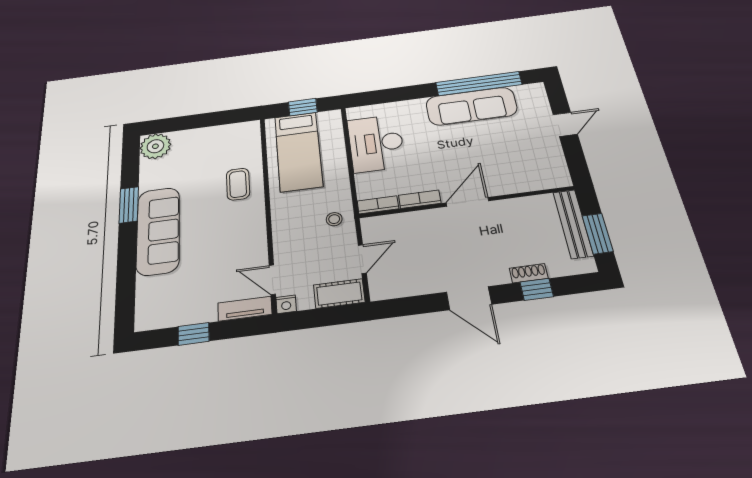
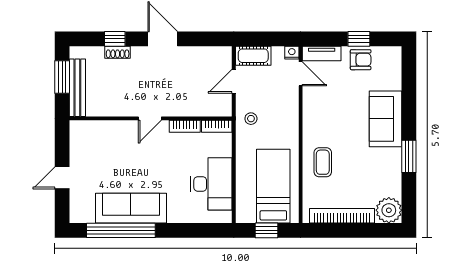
bookcase: (212, 133) -> (342, 216), added
door: (467, 202) -> (150, 118), width x0.73
sofa: (158, 231) -> (386, 119), width x0.73
armchair: (191, 308) -> (361, 60), added

